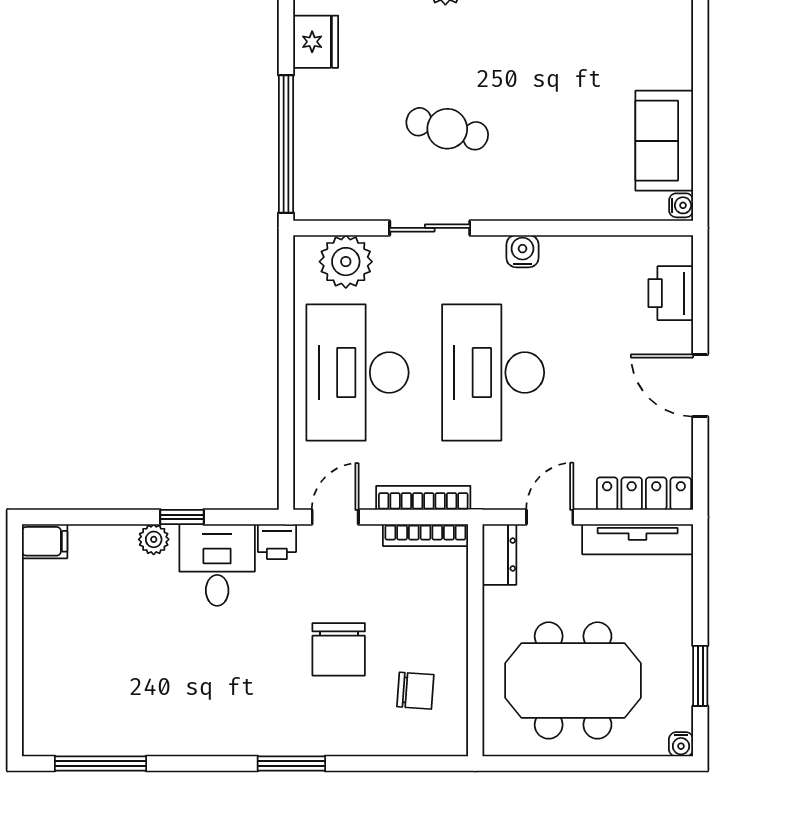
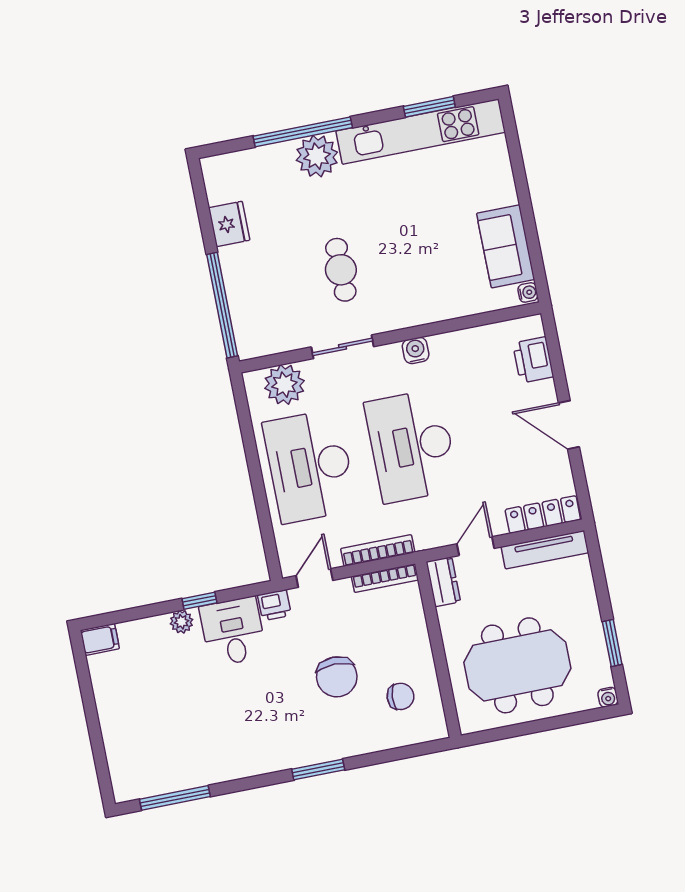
cafe table: (447, 129) -> (341, 270), turned 76

